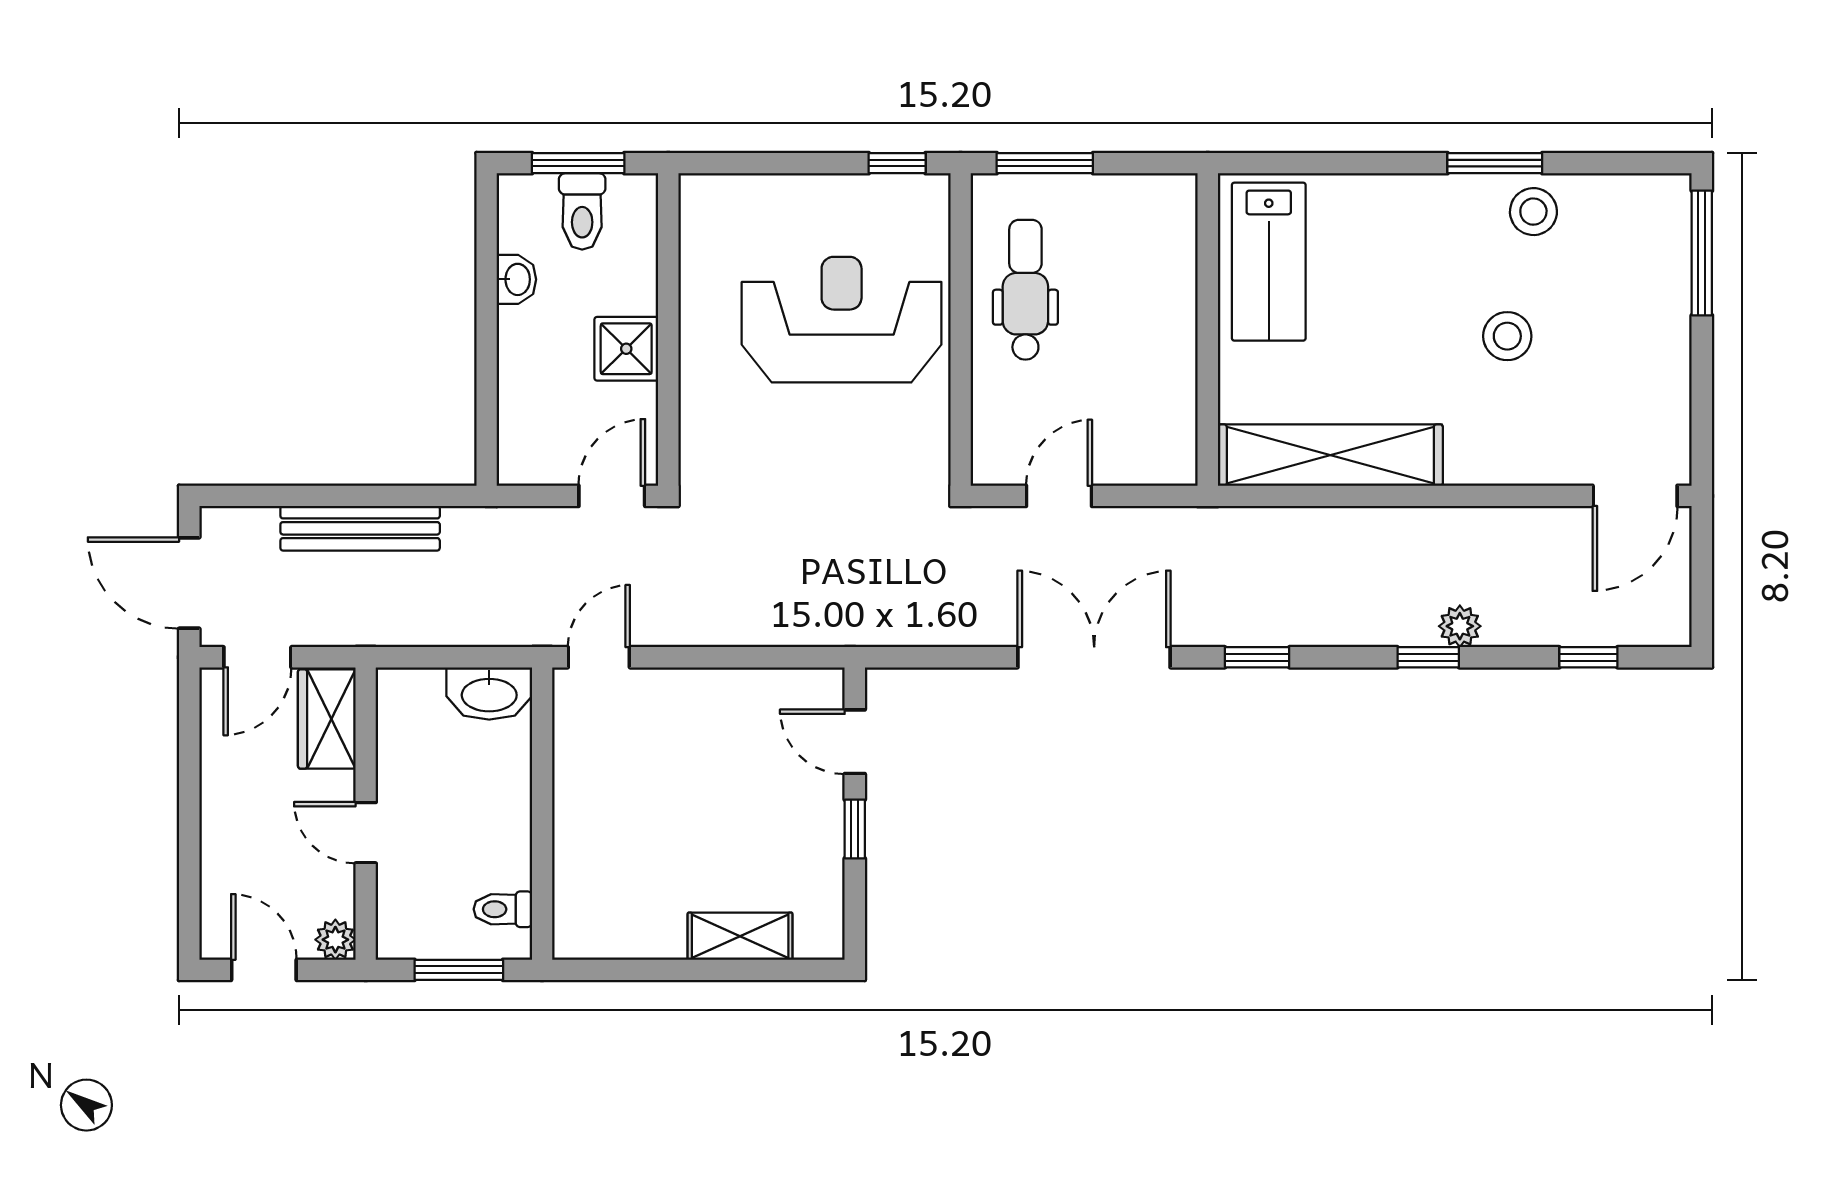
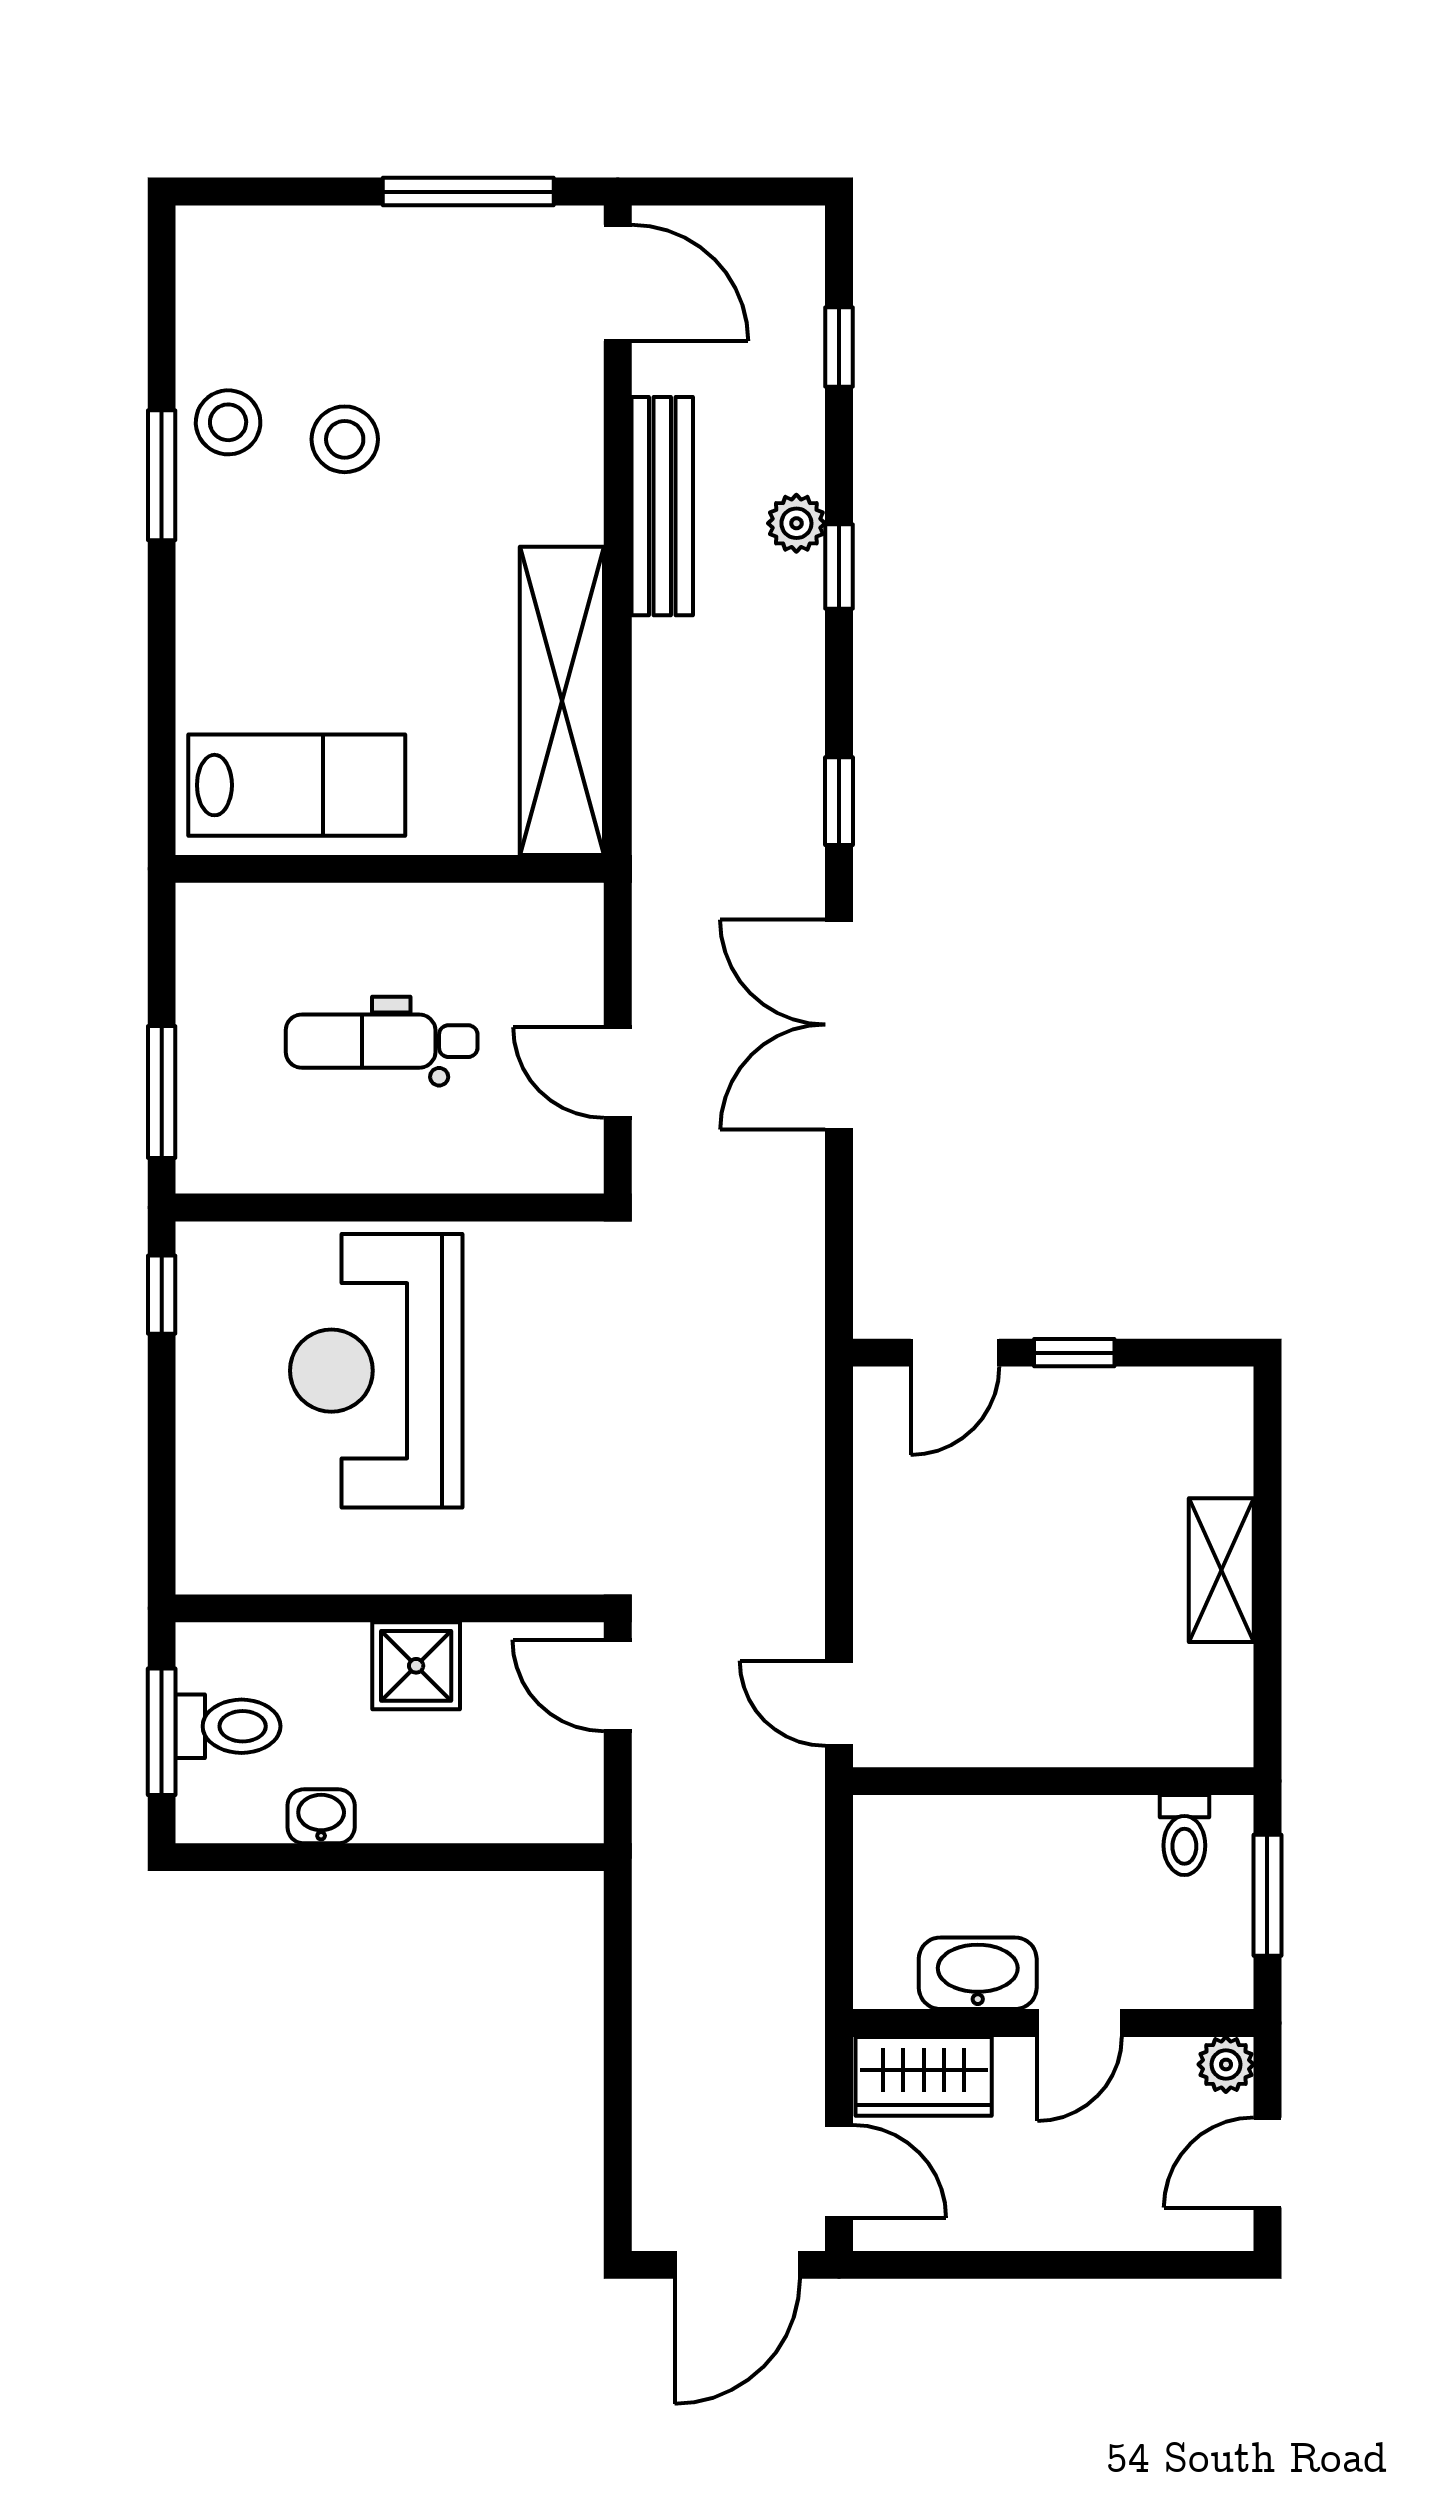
window: (1702, 253) -> (468, 192), moved
dental chair: (1025, 290) -> (382, 1041), moved
stool: (1507, 336) -> (345, 439), moved
bench: (360, 528) -> (662, 506), moved
washbasin: (489, 694) -> (978, 1973), moved, turned -90
shelving: (740, 936) -> (1221, 1570), moved

